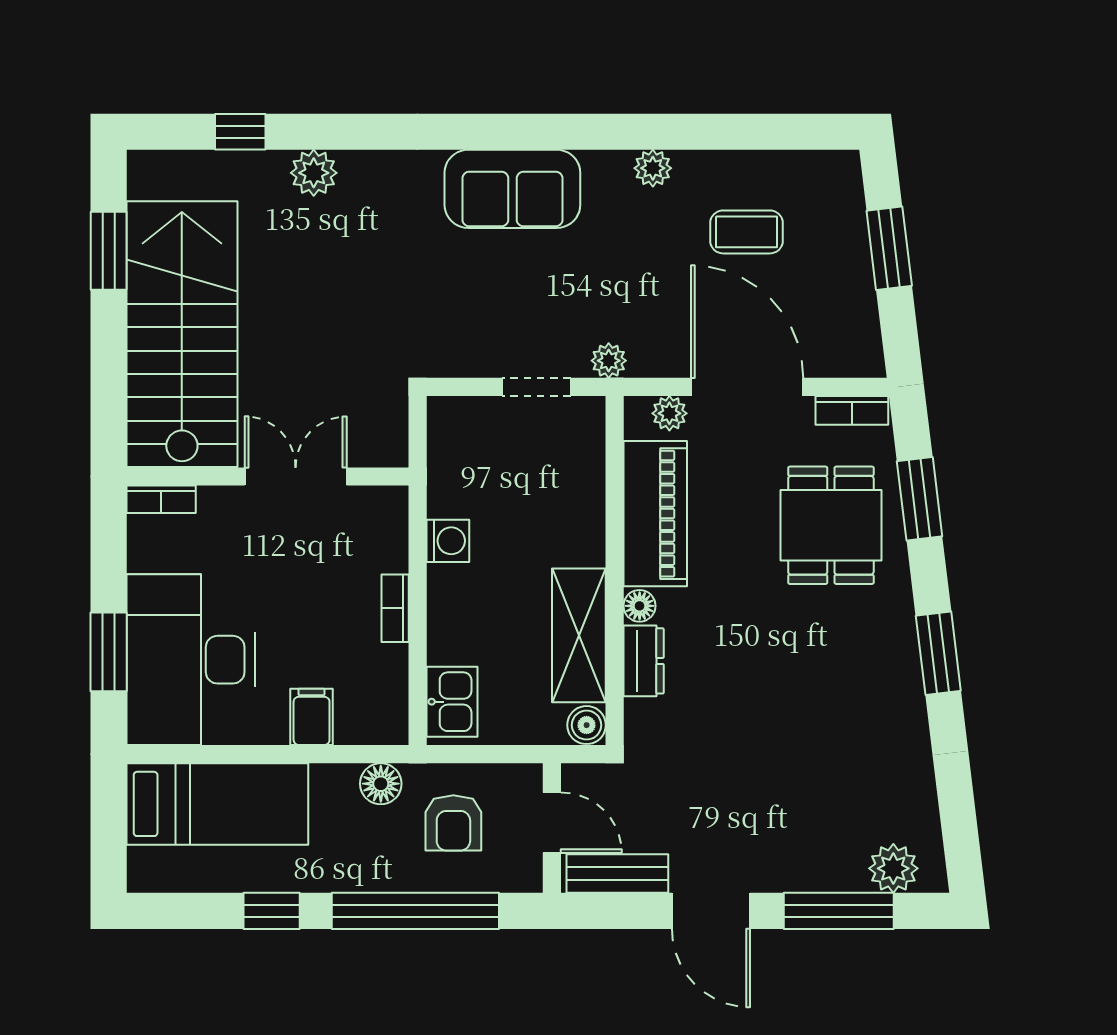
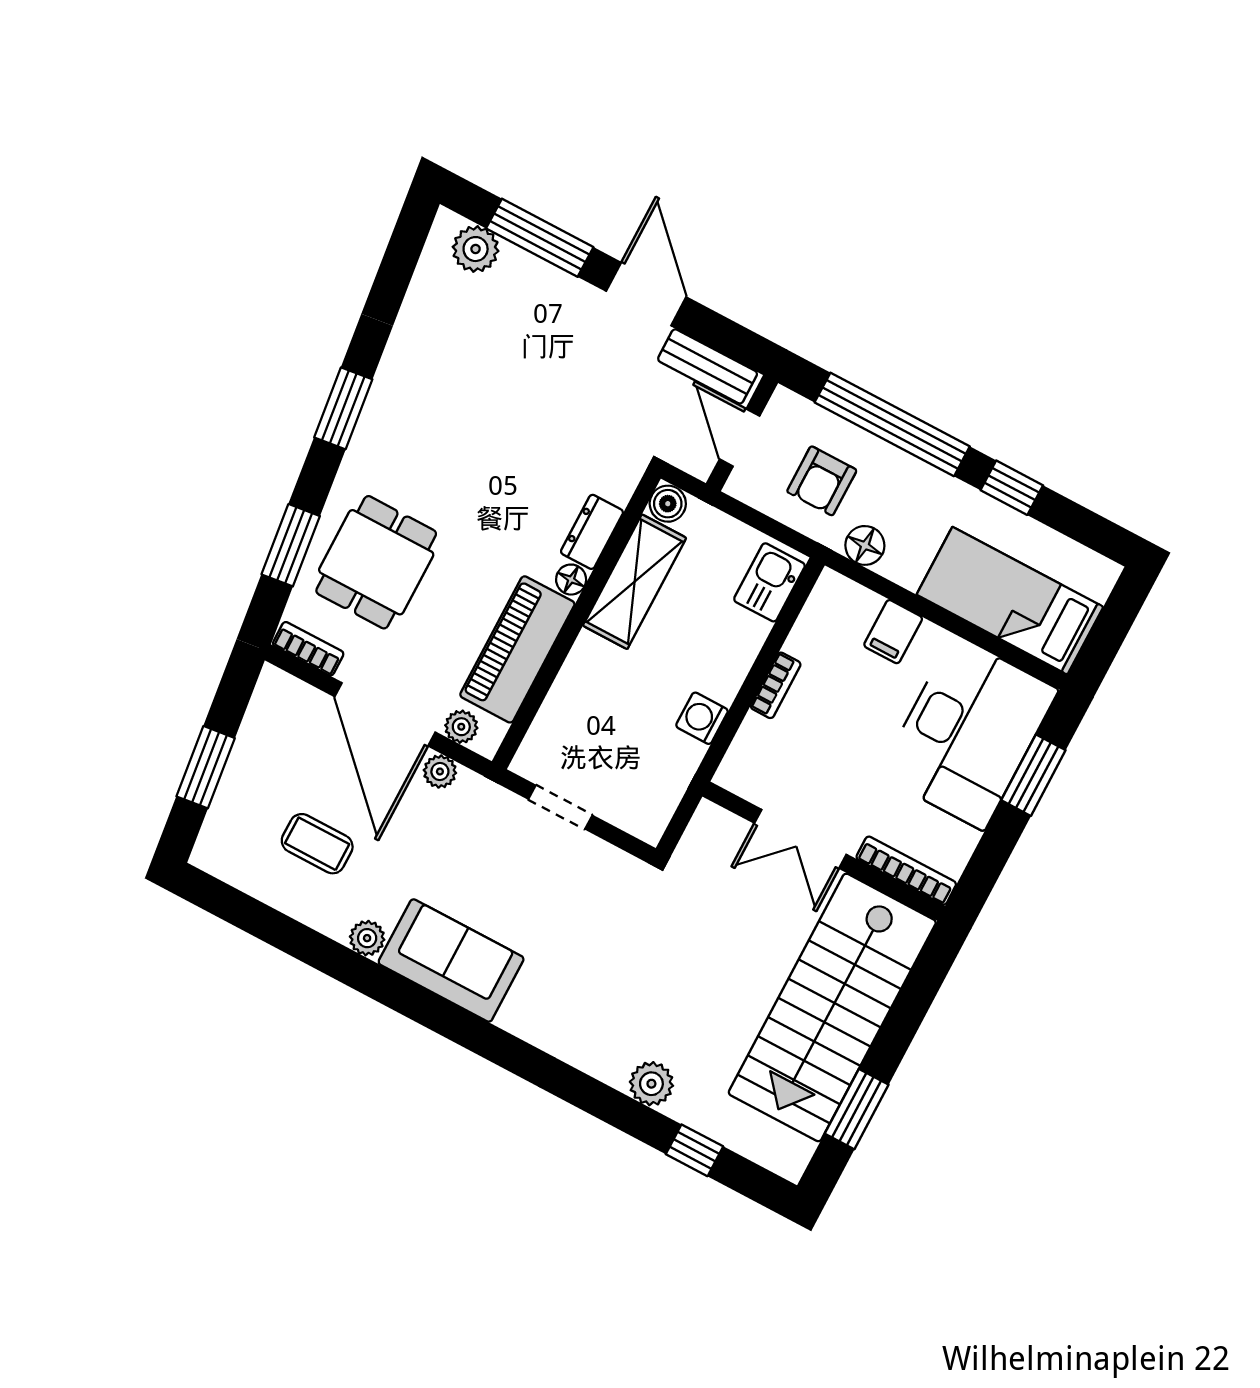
sofa: (512, 189) -> (451, 961), moved
plant: (609, 361) -> (440, 772), moved
bookcase: (161, 499) -> (906, 871), width x1.56
armchair: (453, 823) -> (822, 481), turned 180

